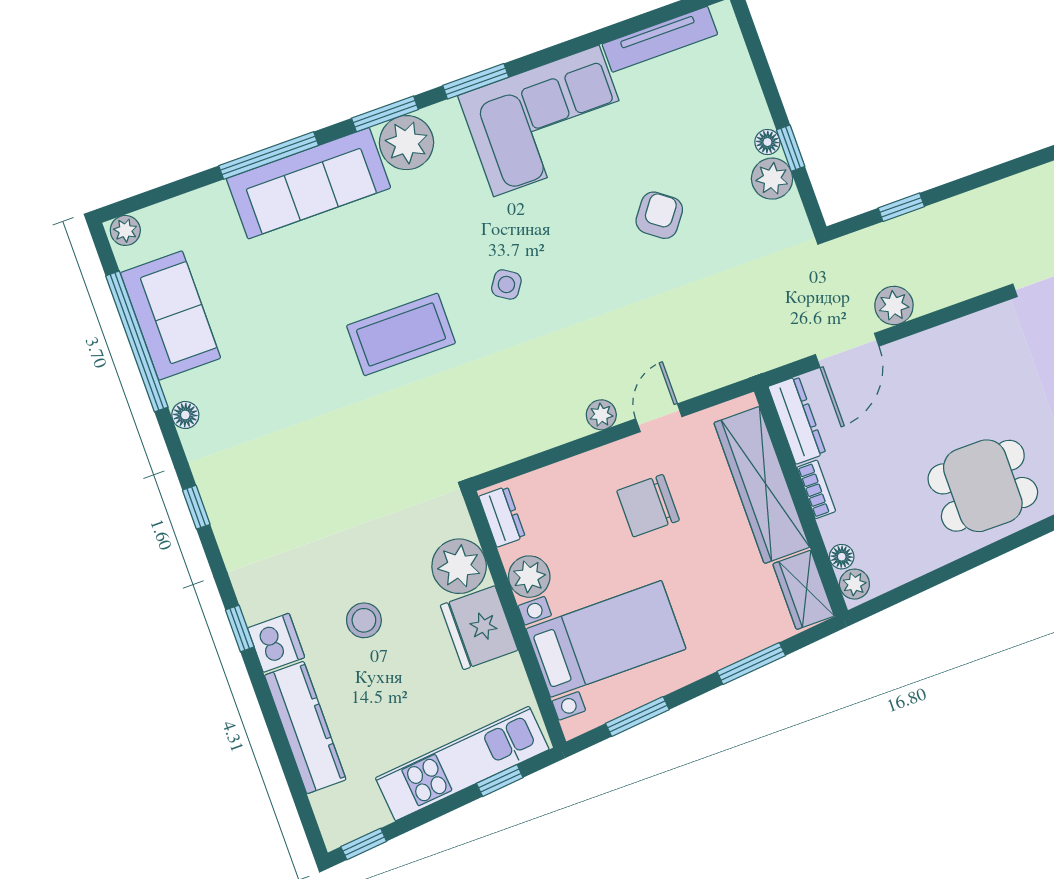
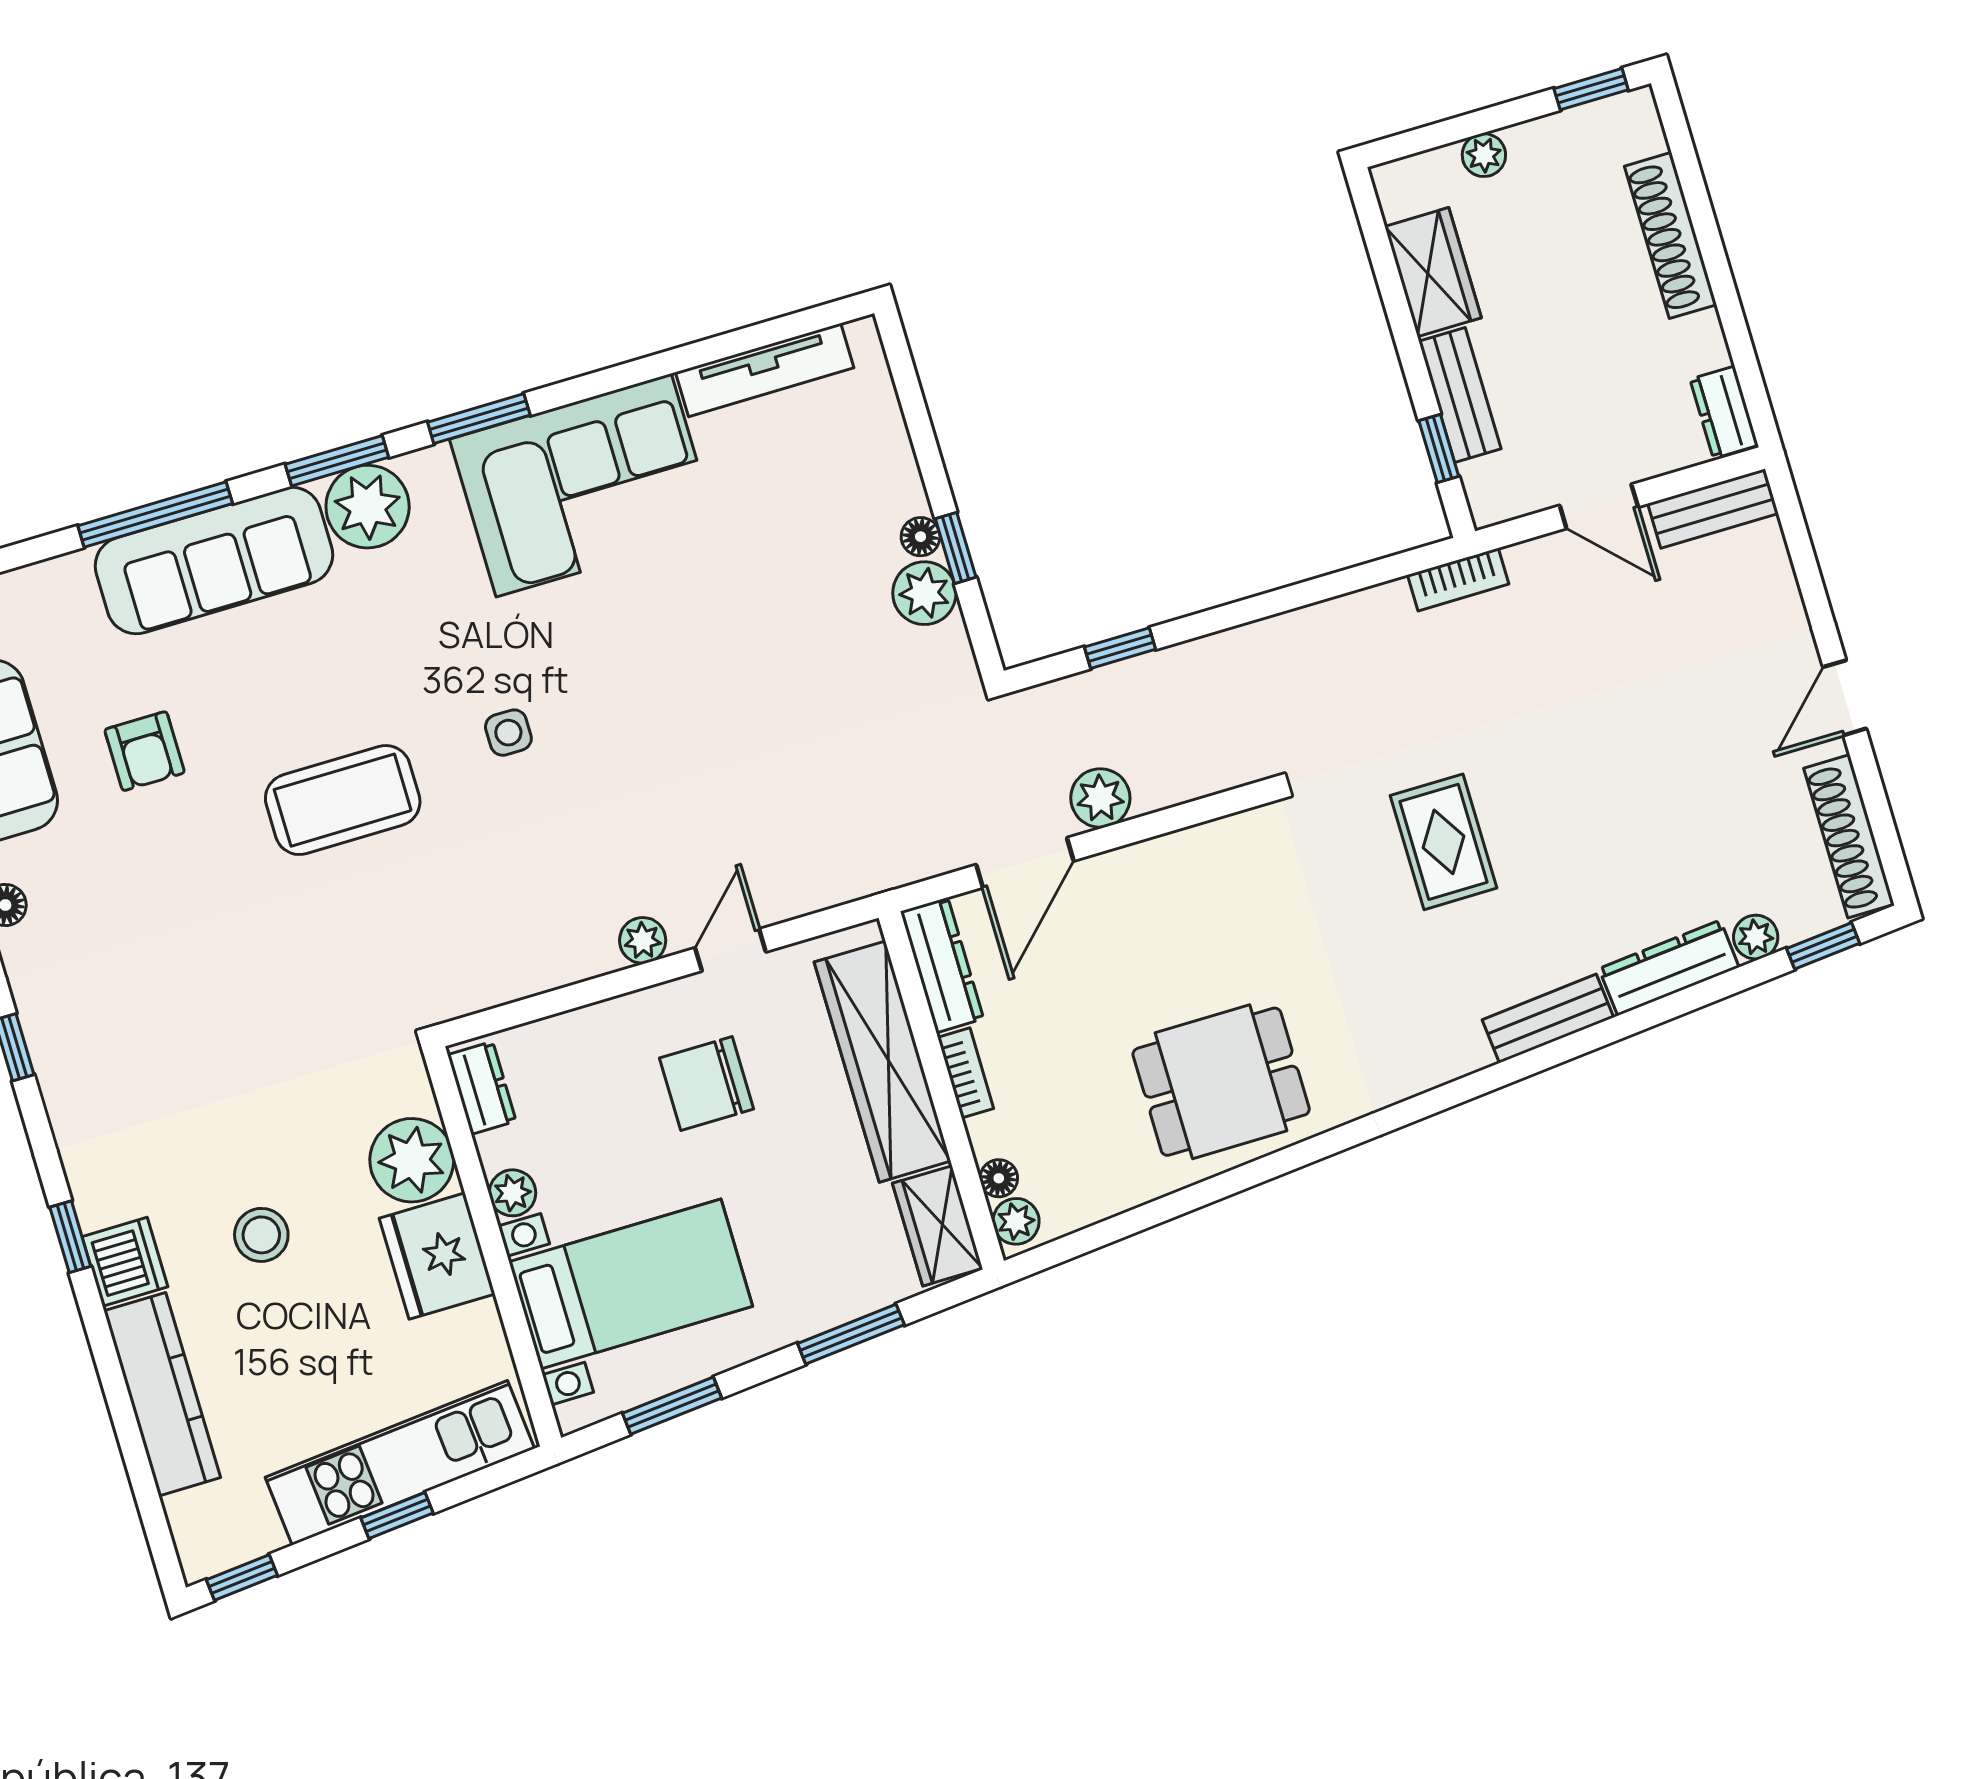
armchair: (659, 215) -> (145, 751), moved, turned 143
side table: (506, 284) -> (508, 733), turned -34
plant: (529, 577) -> (513, 1193), width x0.73, depth x0.73
window: (500, 781) -> (397, 1516), moved

